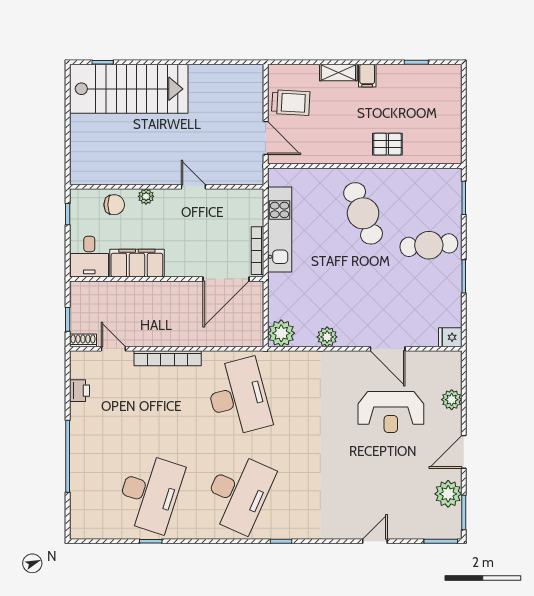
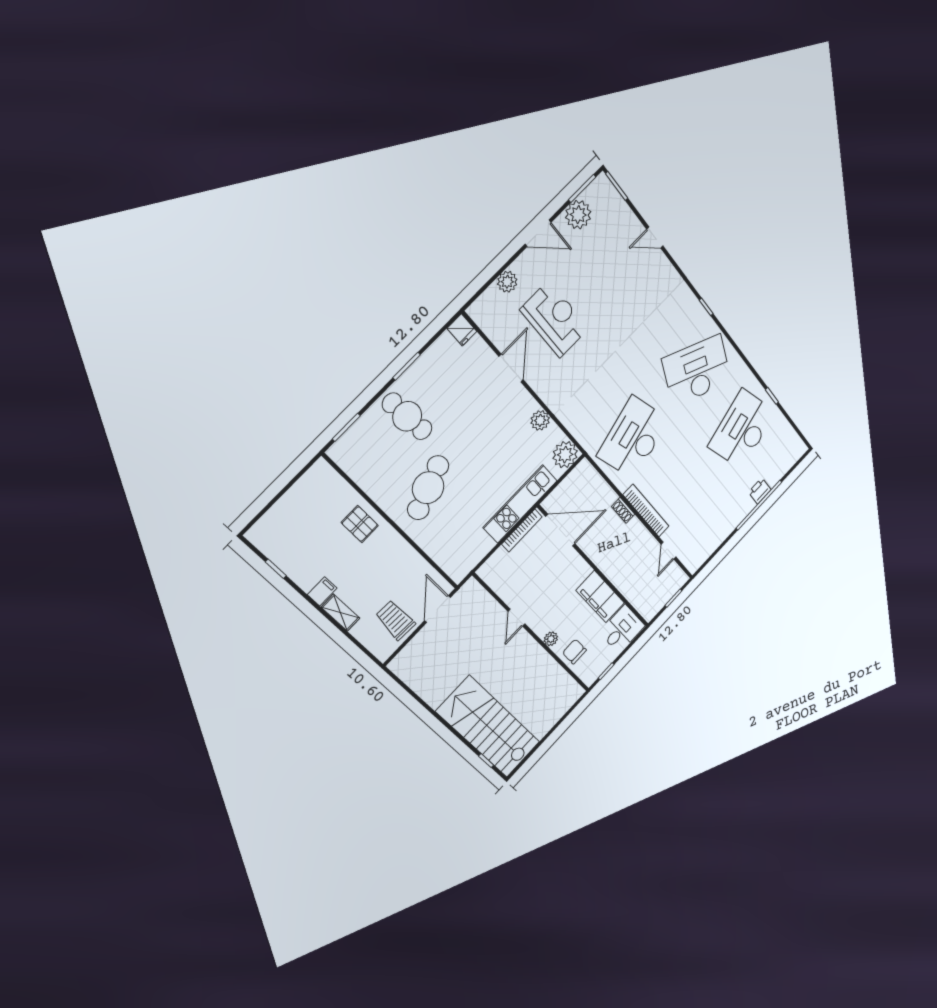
kitchen unit: (280, 230) -> (520, 504), moved
shoe rack: (83, 340) -> (623, 510), moved
printer: (79, 391) -> (760, 491), moved
desk: (150, 493) -> (742, 429), turned -33

